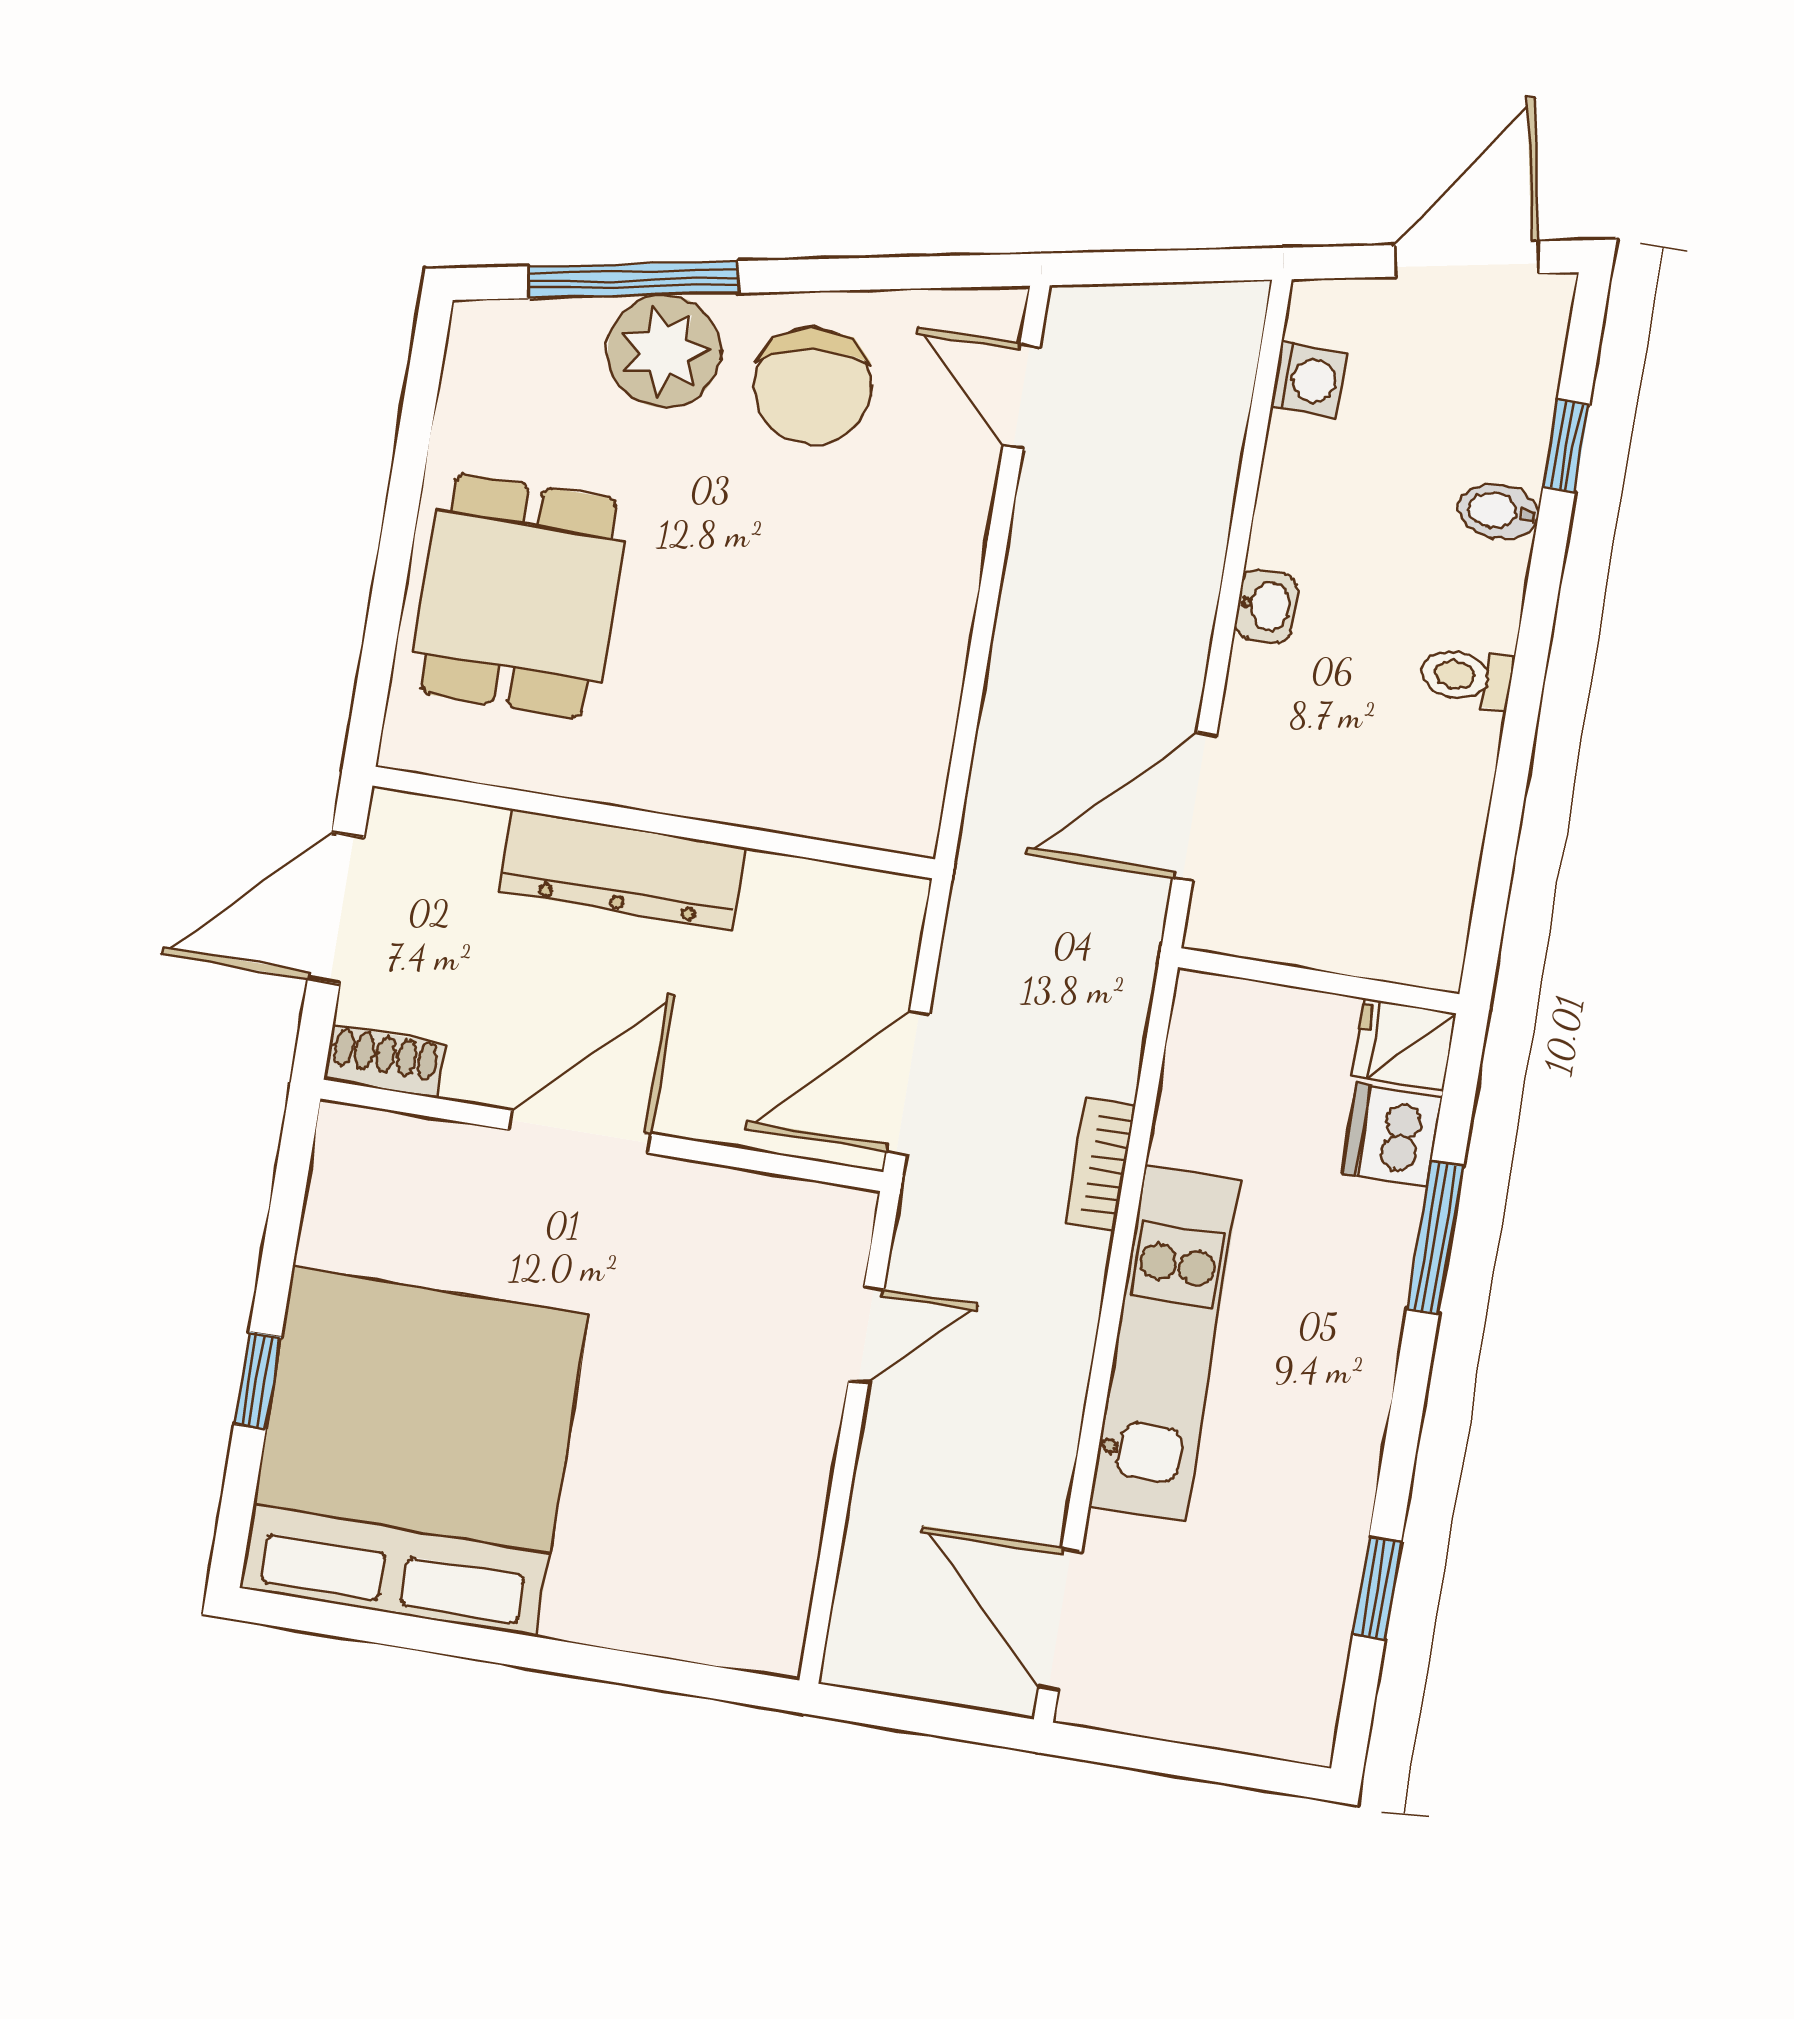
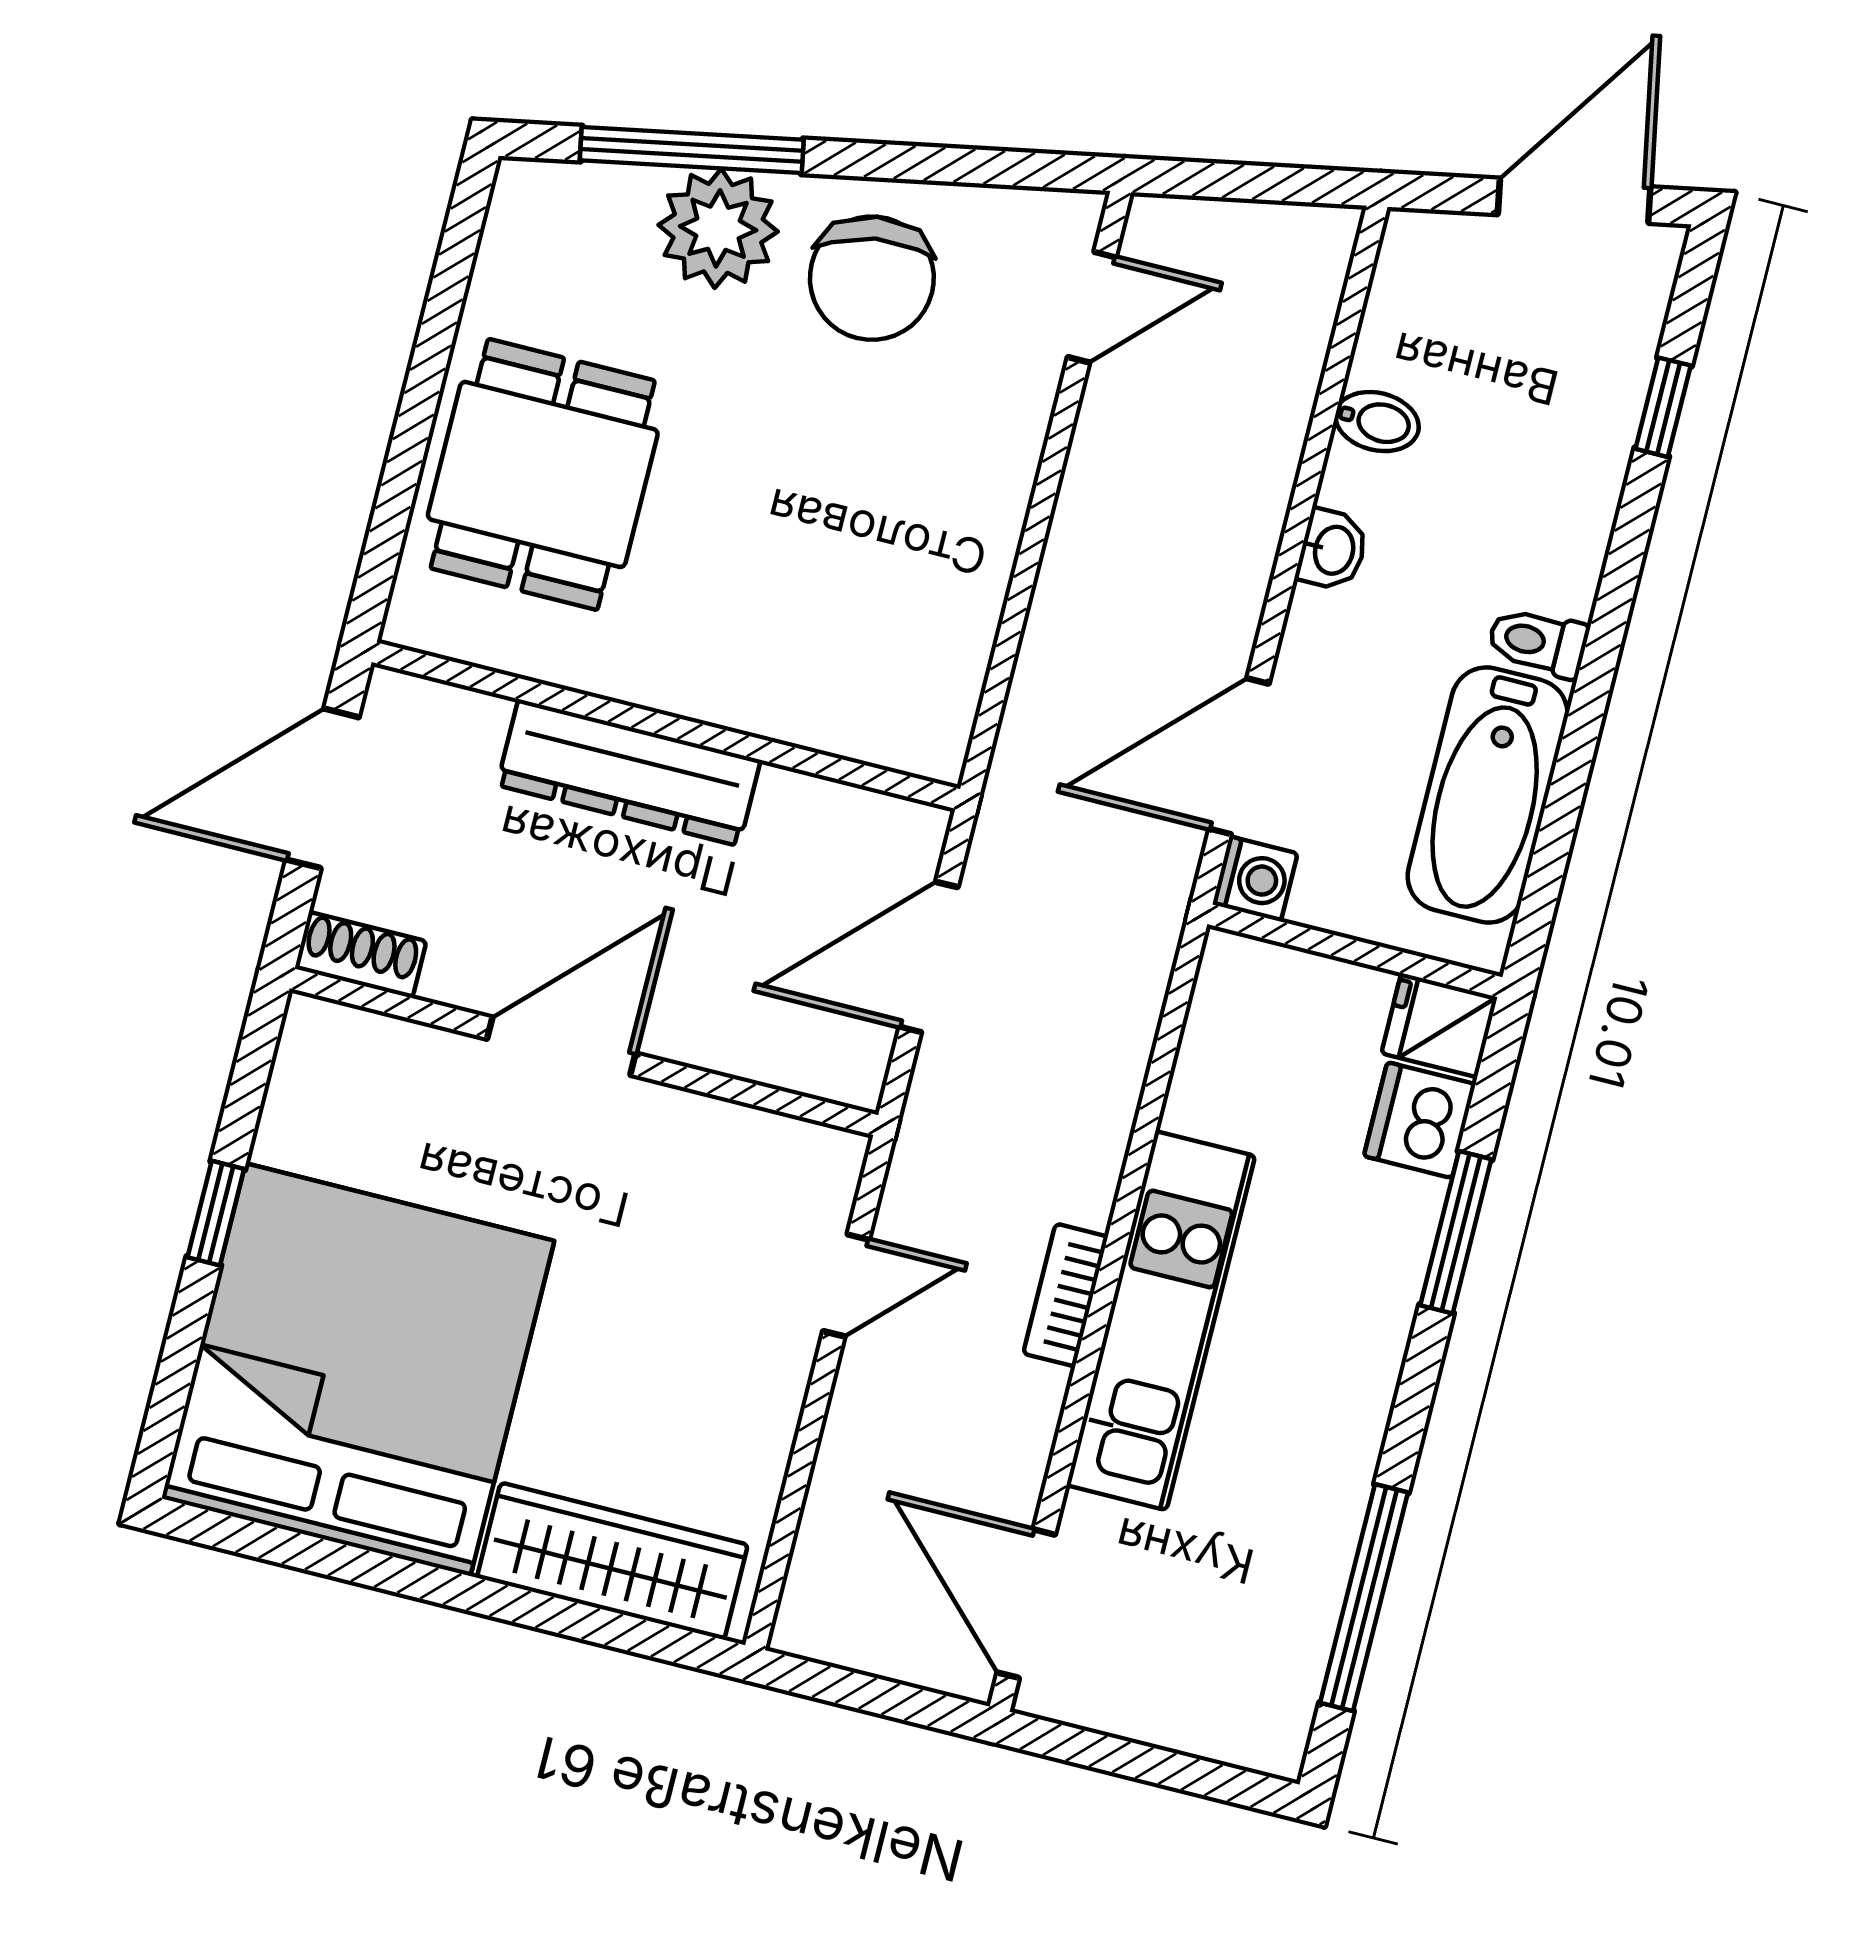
washing machine: (1309, 380) -> (1255, 879), moved
door: (1022, 396) -> (1092, 307), swing flipped
bidet: (1499, 511) -> (1377, 422), moved, turned 180
bathtub: (1431, 824) -> (1488, 795), added
door: (908, 1083) -> (929, 957), moved
bookcase: (1100, 1164) -> (1066, 1295), moved
window: (258, 1380) -> (216, 1213), moved
window: (1377, 1588) -> (1364, 1598), width x2.17
wardrobe: (668, 1612) -> (612, 1561), added

